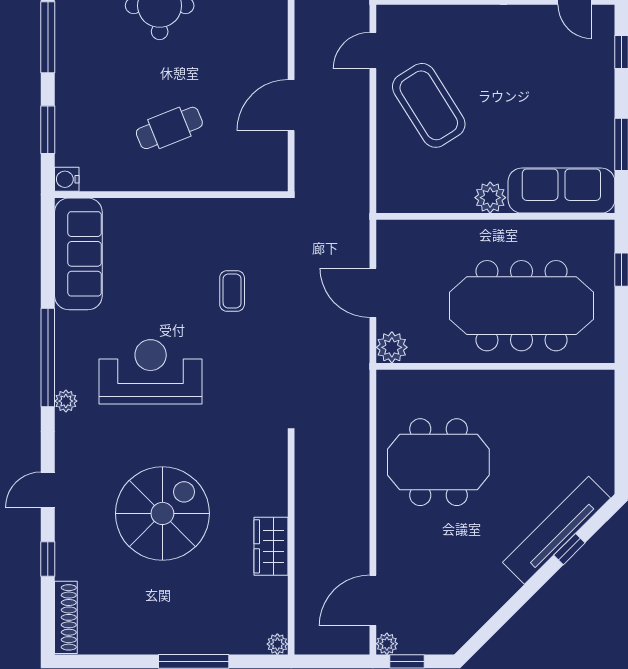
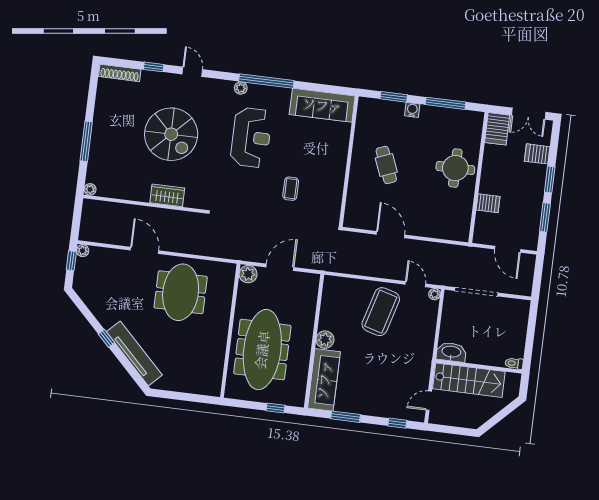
plant: (386, 15) -> (434, 294), added
coffee table: (429, 105) -> (381, 312), turned -42
water cooler: (67, 179) -> (412, 110), moved
coffee table: (232, 291) -> (291, 189), turned 90
wardrobe: (271, 546) -> (167, 195), moved
window: (569, 549) -> (106, 338), moved
door: (373, 600) -> (144, 250), moved

